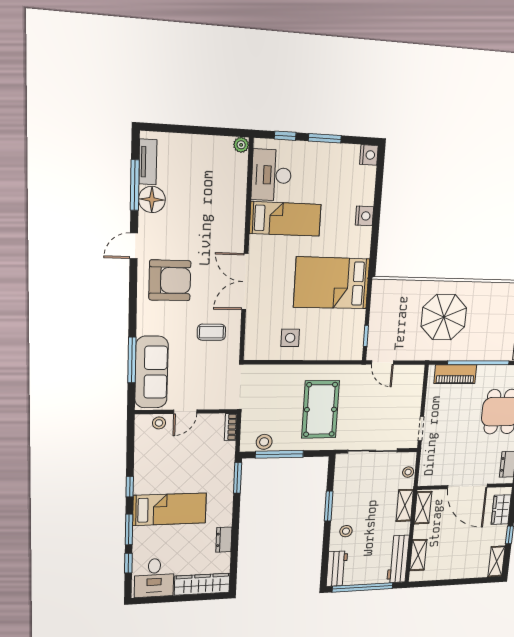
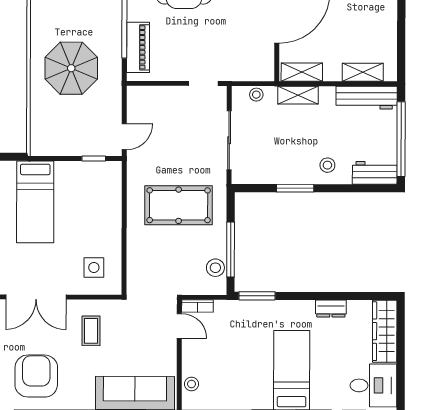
bed: (332, 283) -> (35, 202), width x0.67
side table: (290, 338) -> (94, 267), moved
door: (185, 412) -> (179, 326), moved

